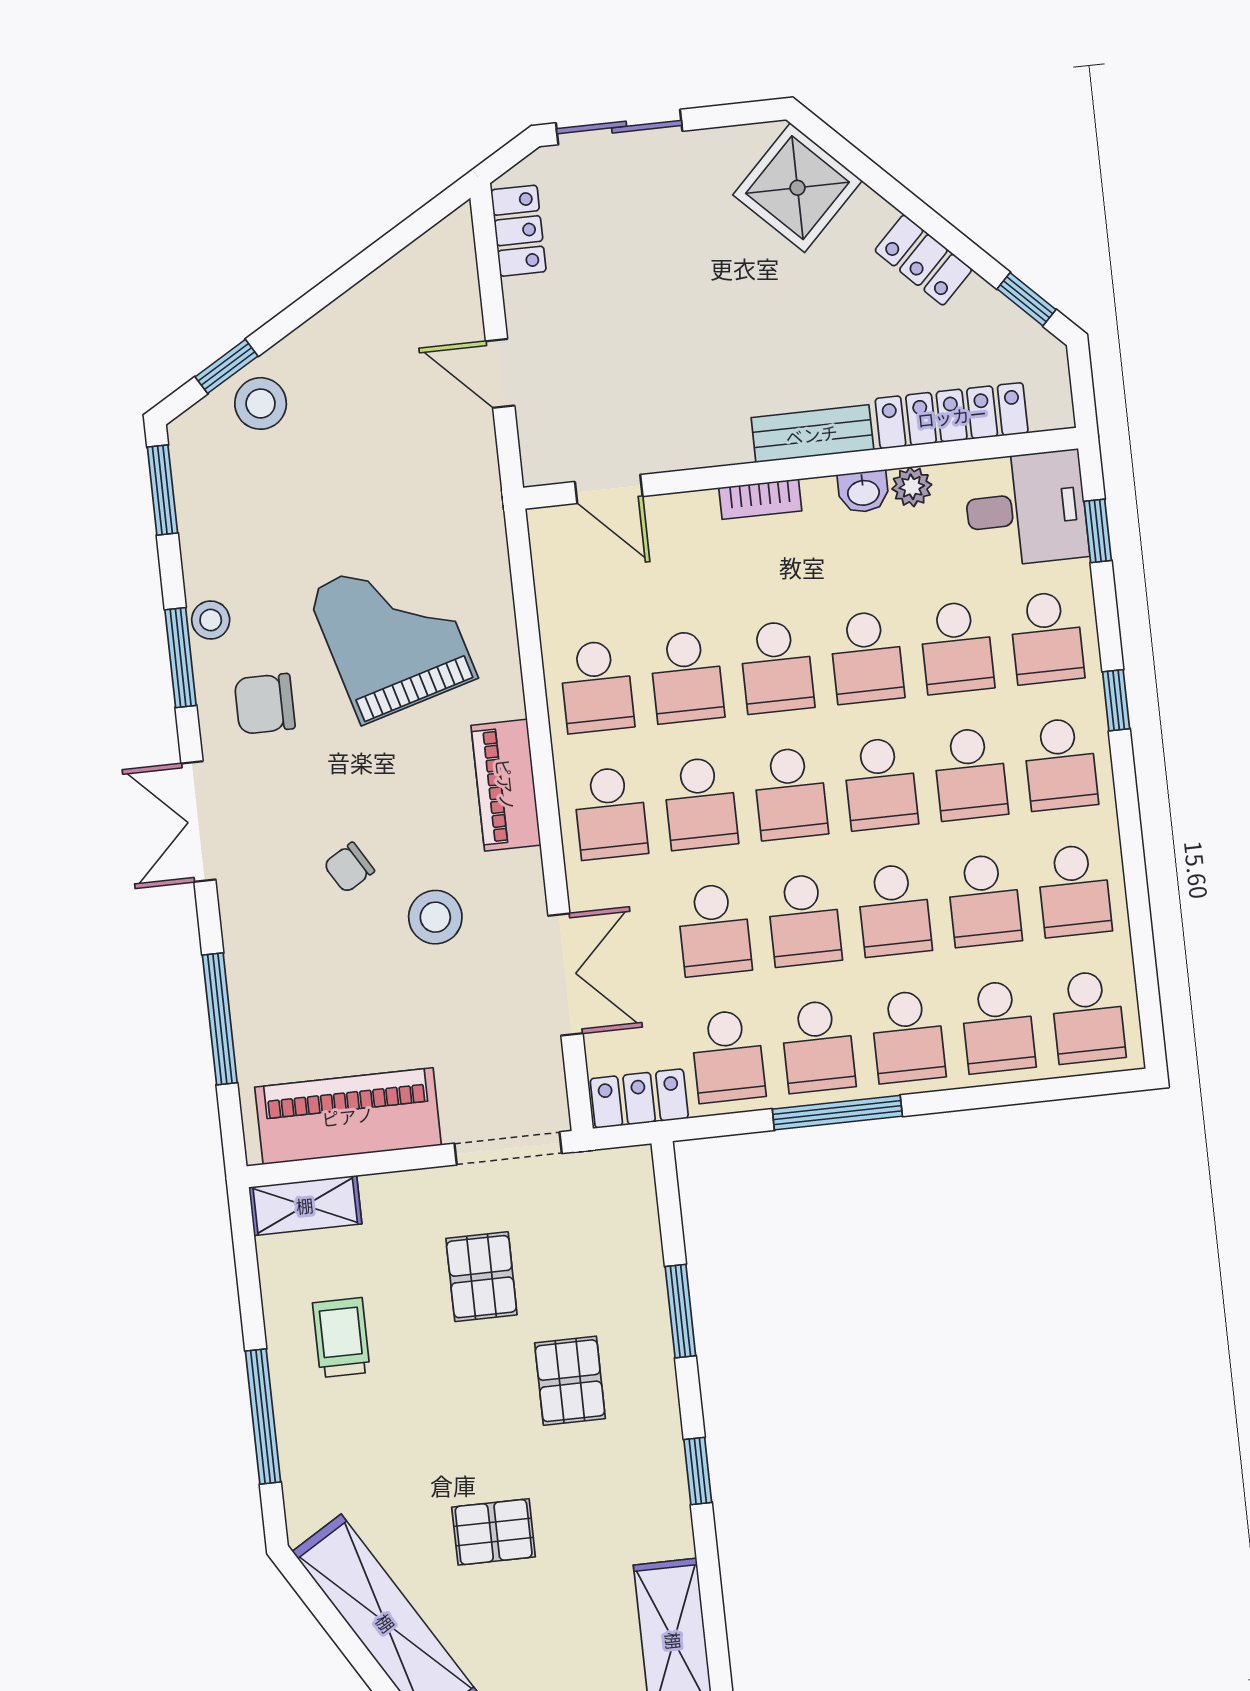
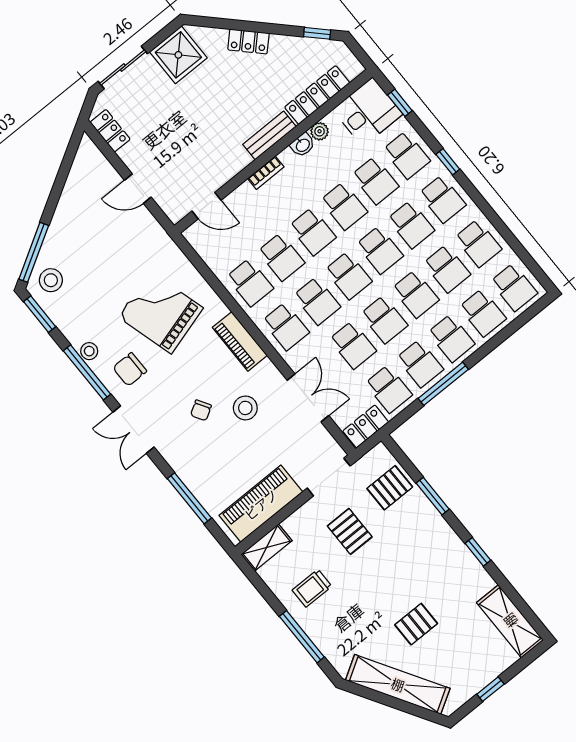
shower: (797, 188) -> (178, 55), moved, turned 45
locker: (923, 260) -> (248, 41), moved
window: (227, 366) -> (34, 252), width x2.17
stool: (261, 403) -> (51, 280), moved
window: (181, 658) -> (87, 372), width x1.44
trolley: (341, 1338) -> (312, 588), turned -90
pallet: (570, 1381) -> (390, 488), moved, turned 90

